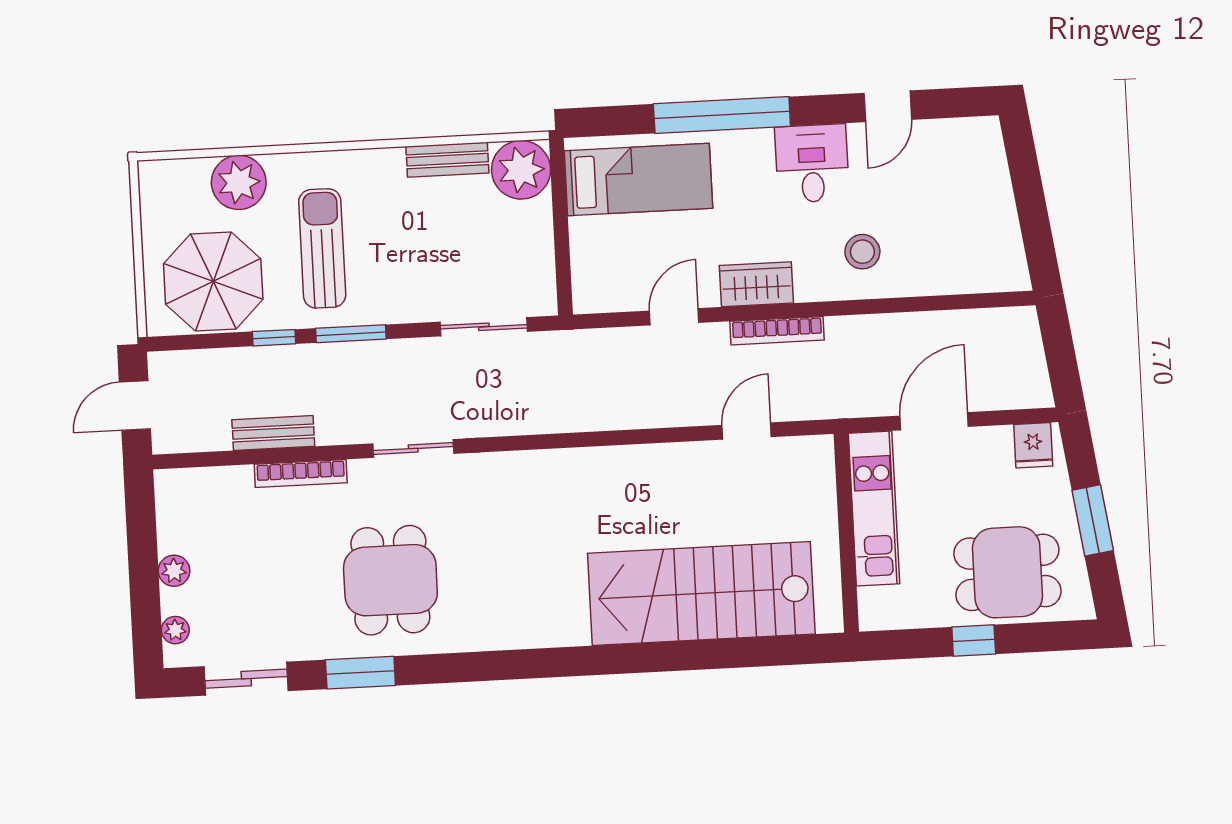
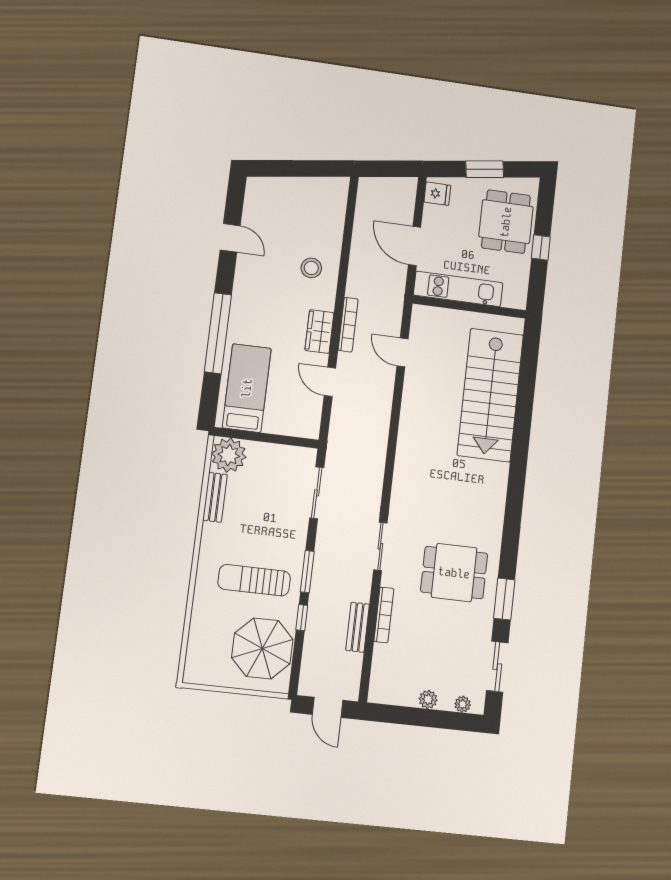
desk: (812, 163) -> (255, 287), removed
plant: (239, 182) -> (206, 624), removed

